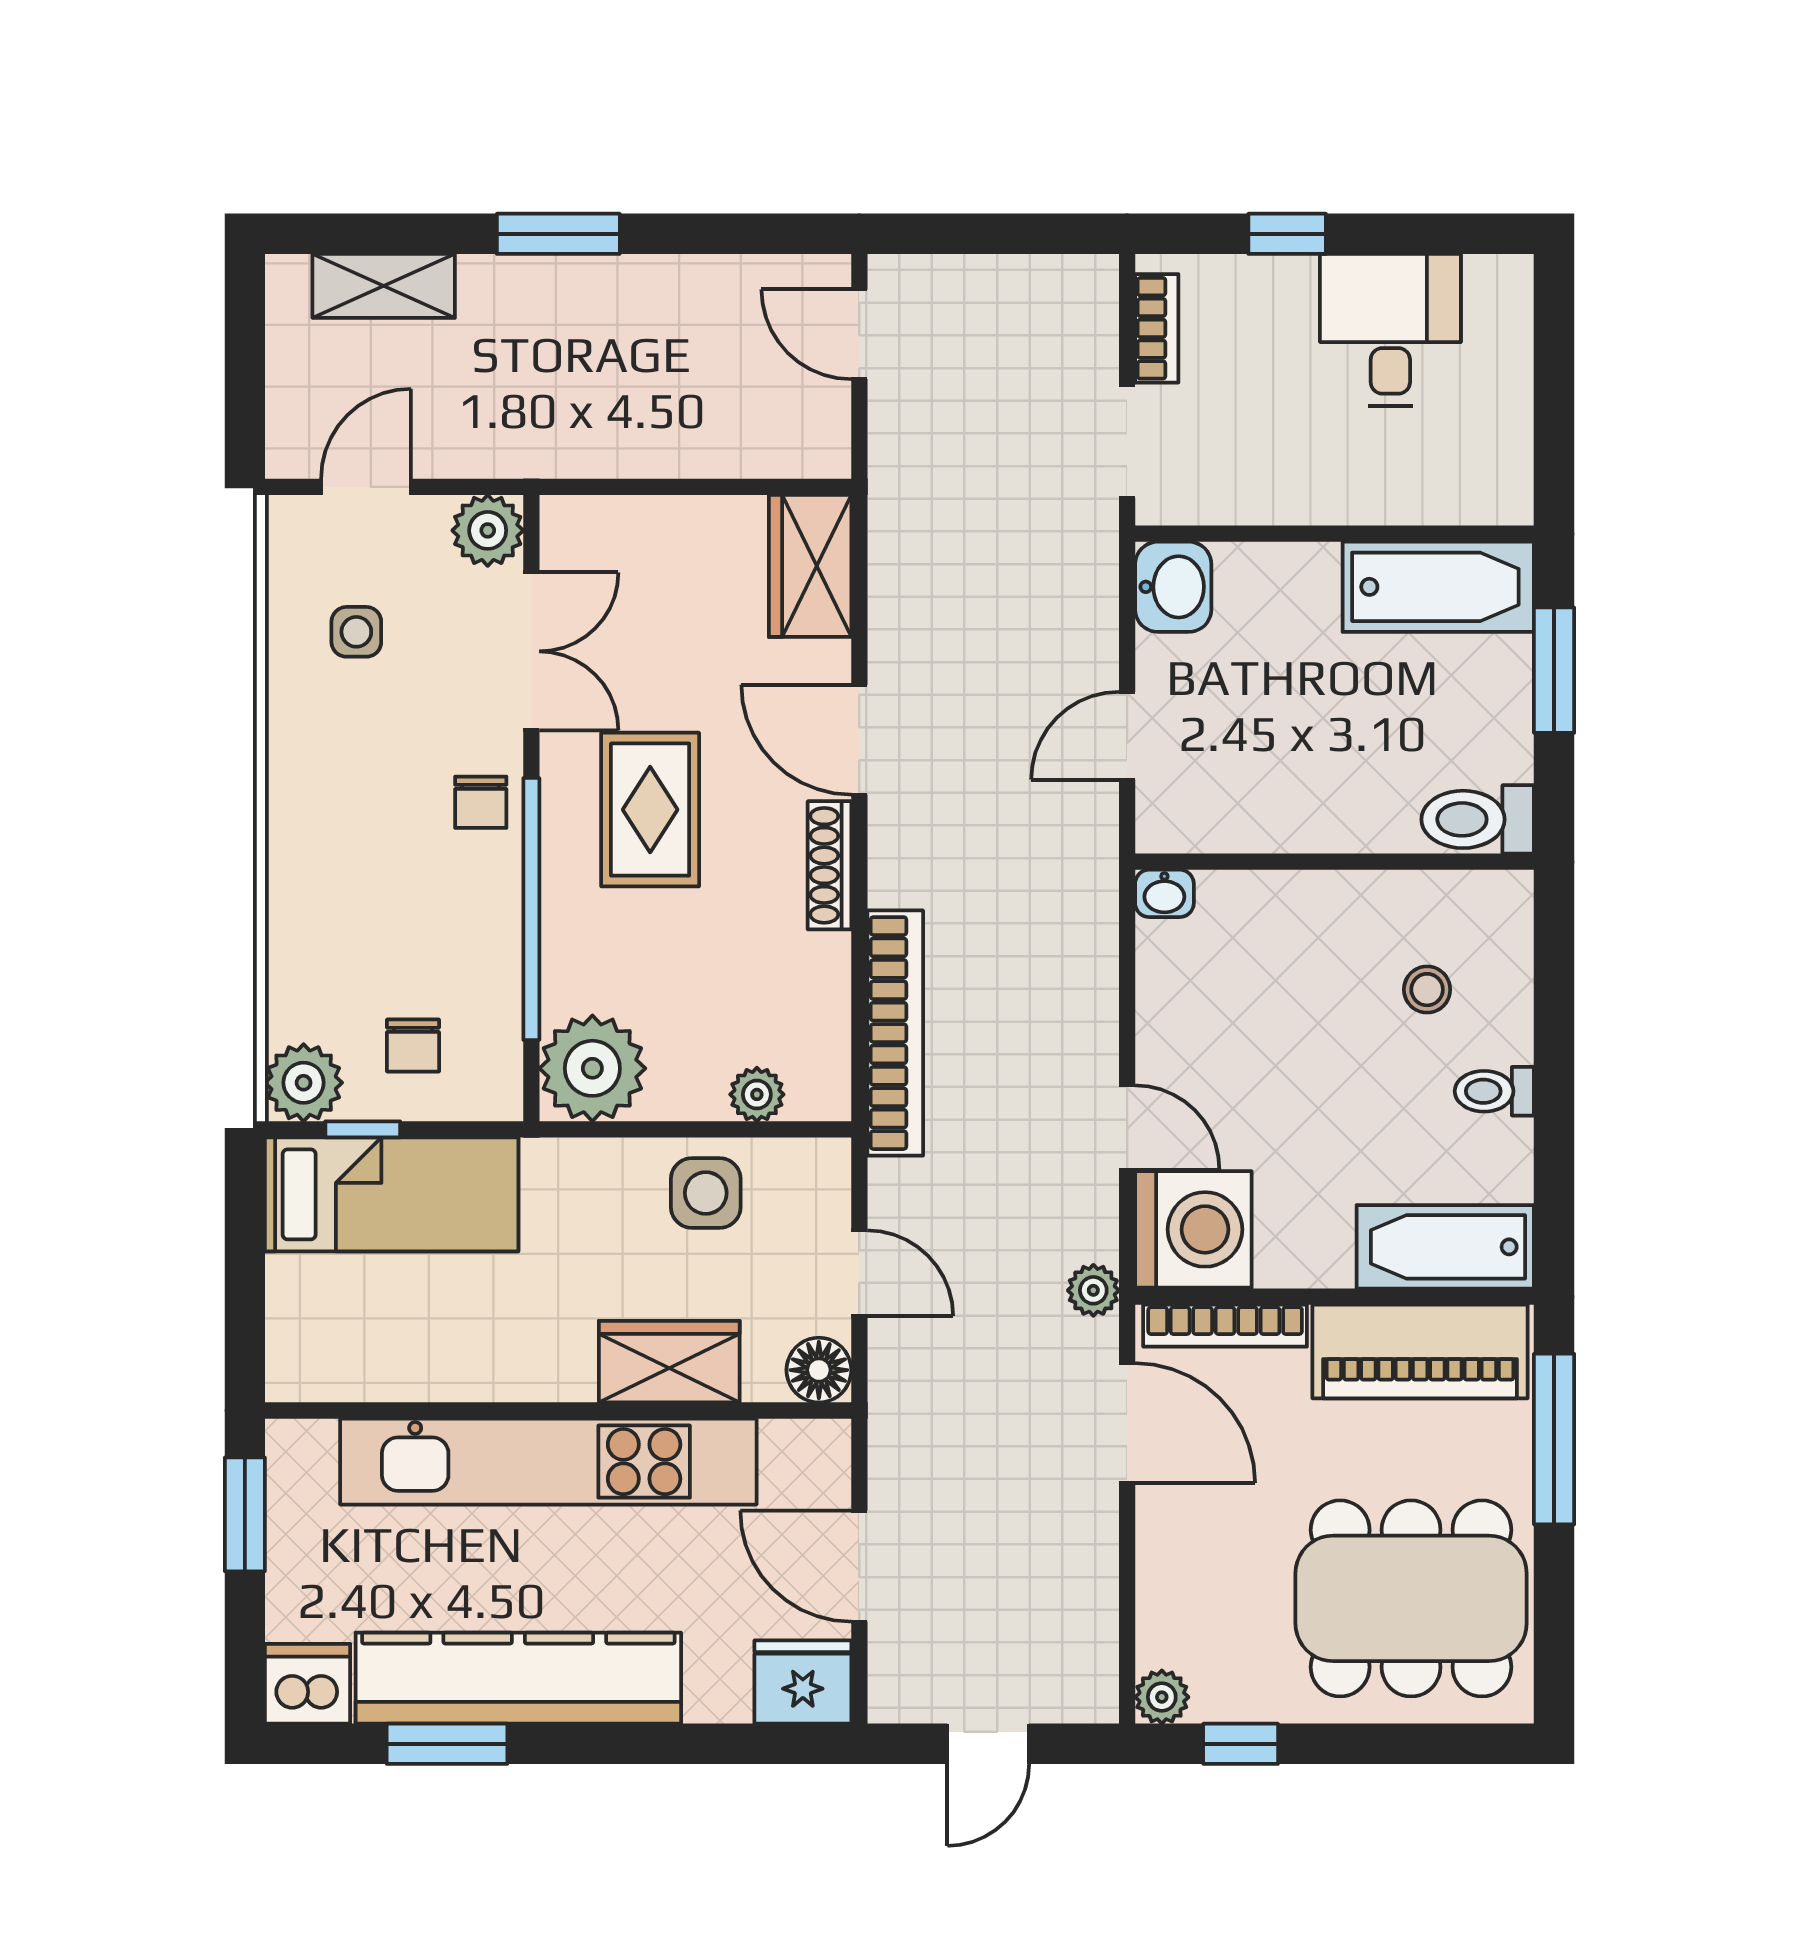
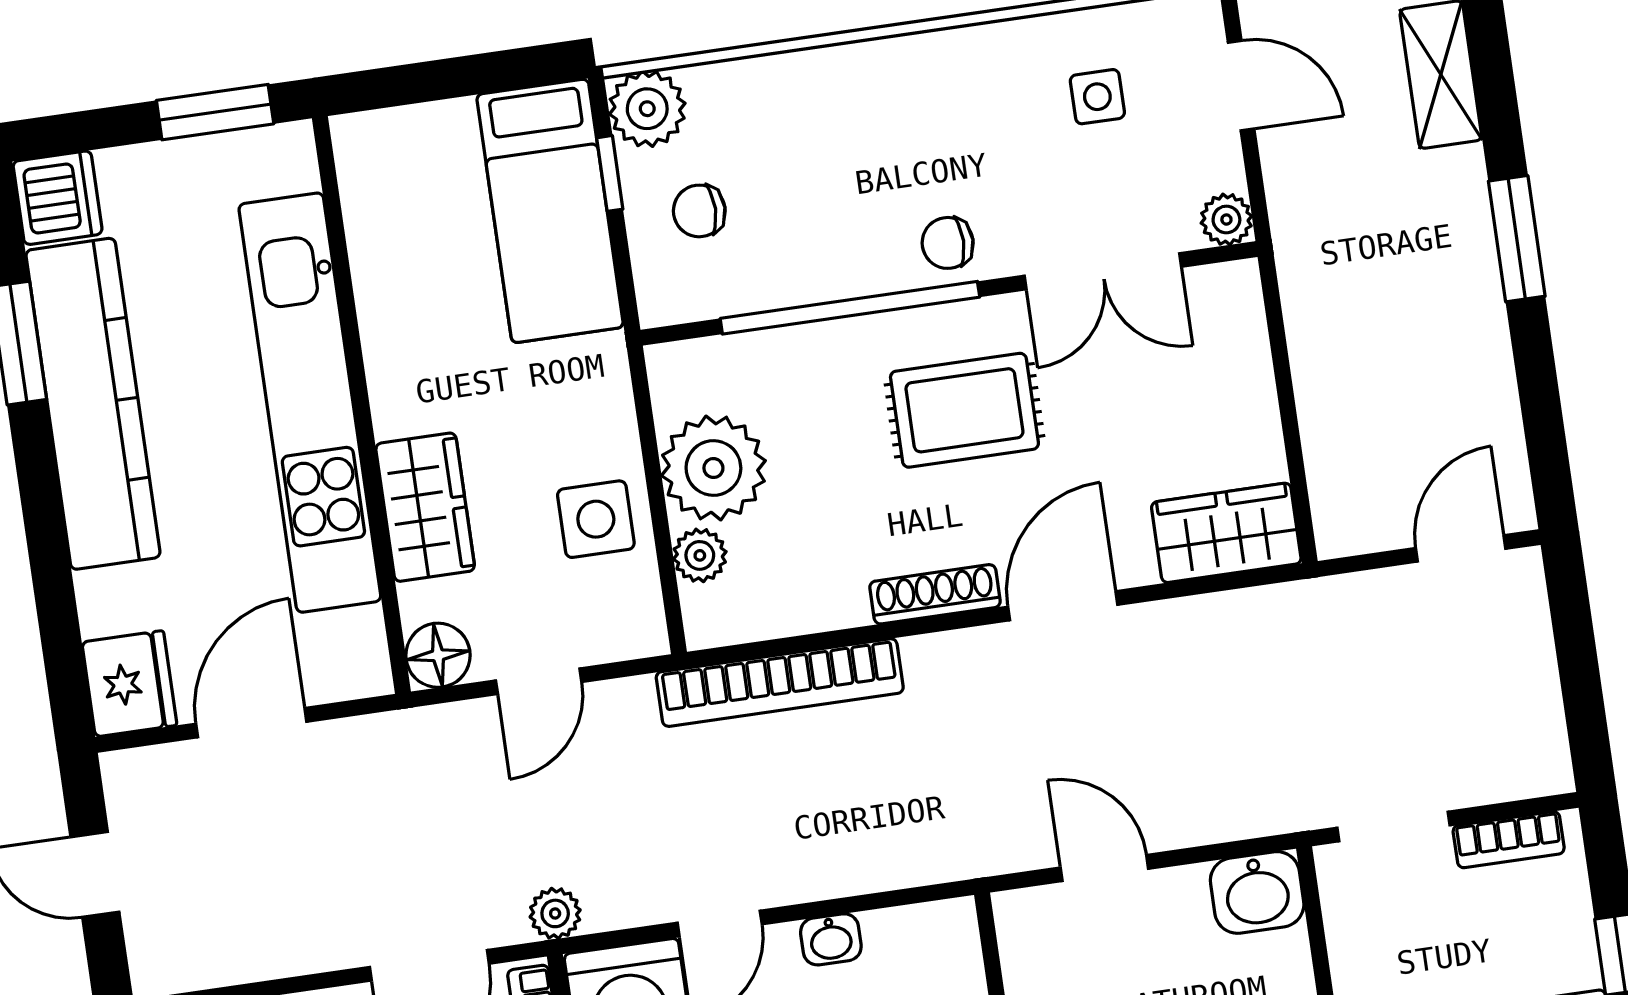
plant: (488, 530) -> (1226, 219), width x0.73, depth x0.73
washbasin: (1164, 893) -> (831, 939), moved, turned -90
plant: (592, 1068) -> (713, 468), moved

